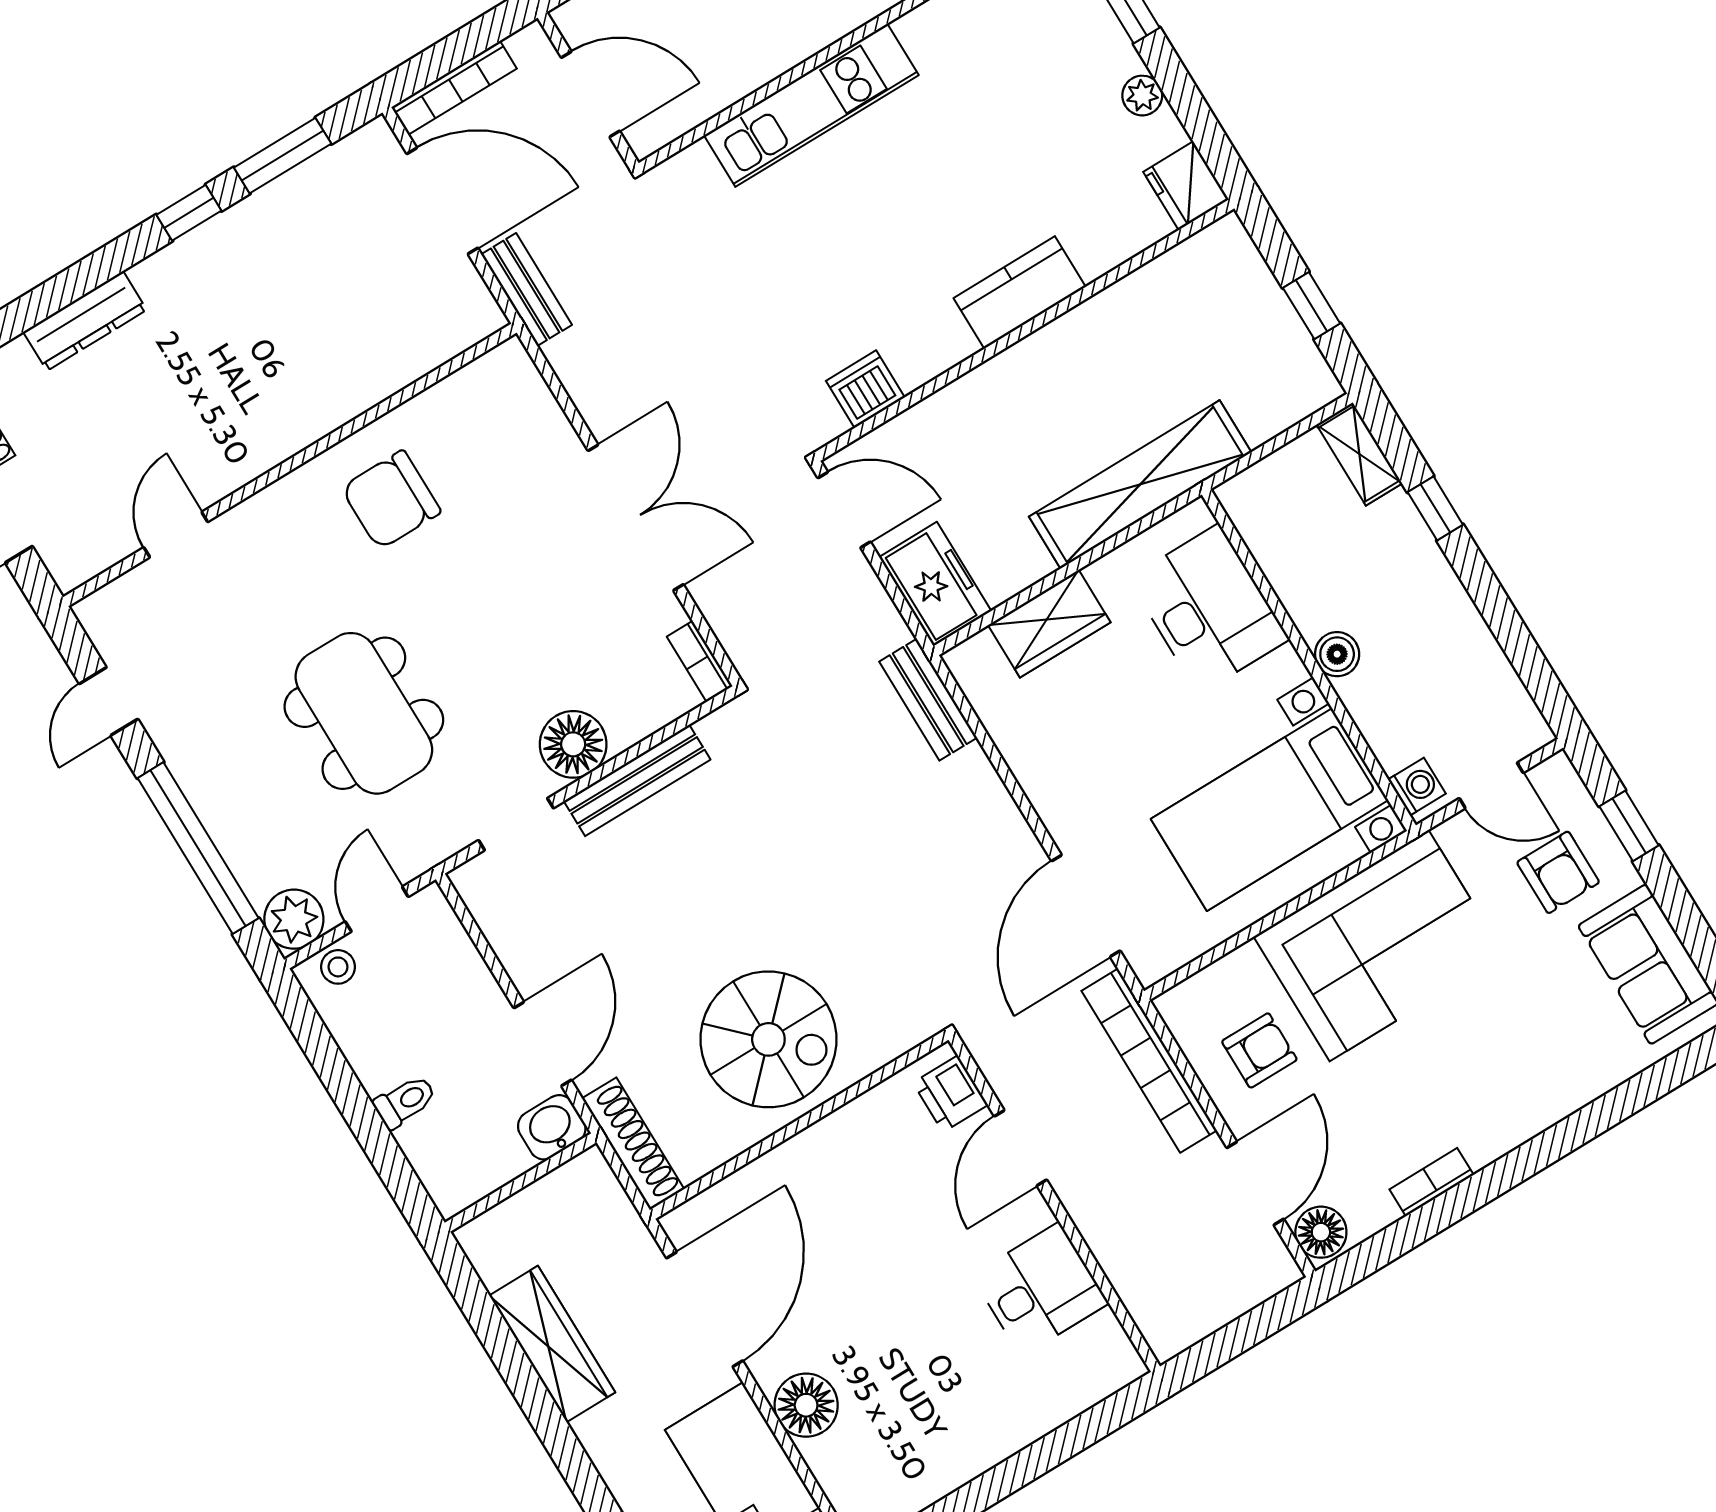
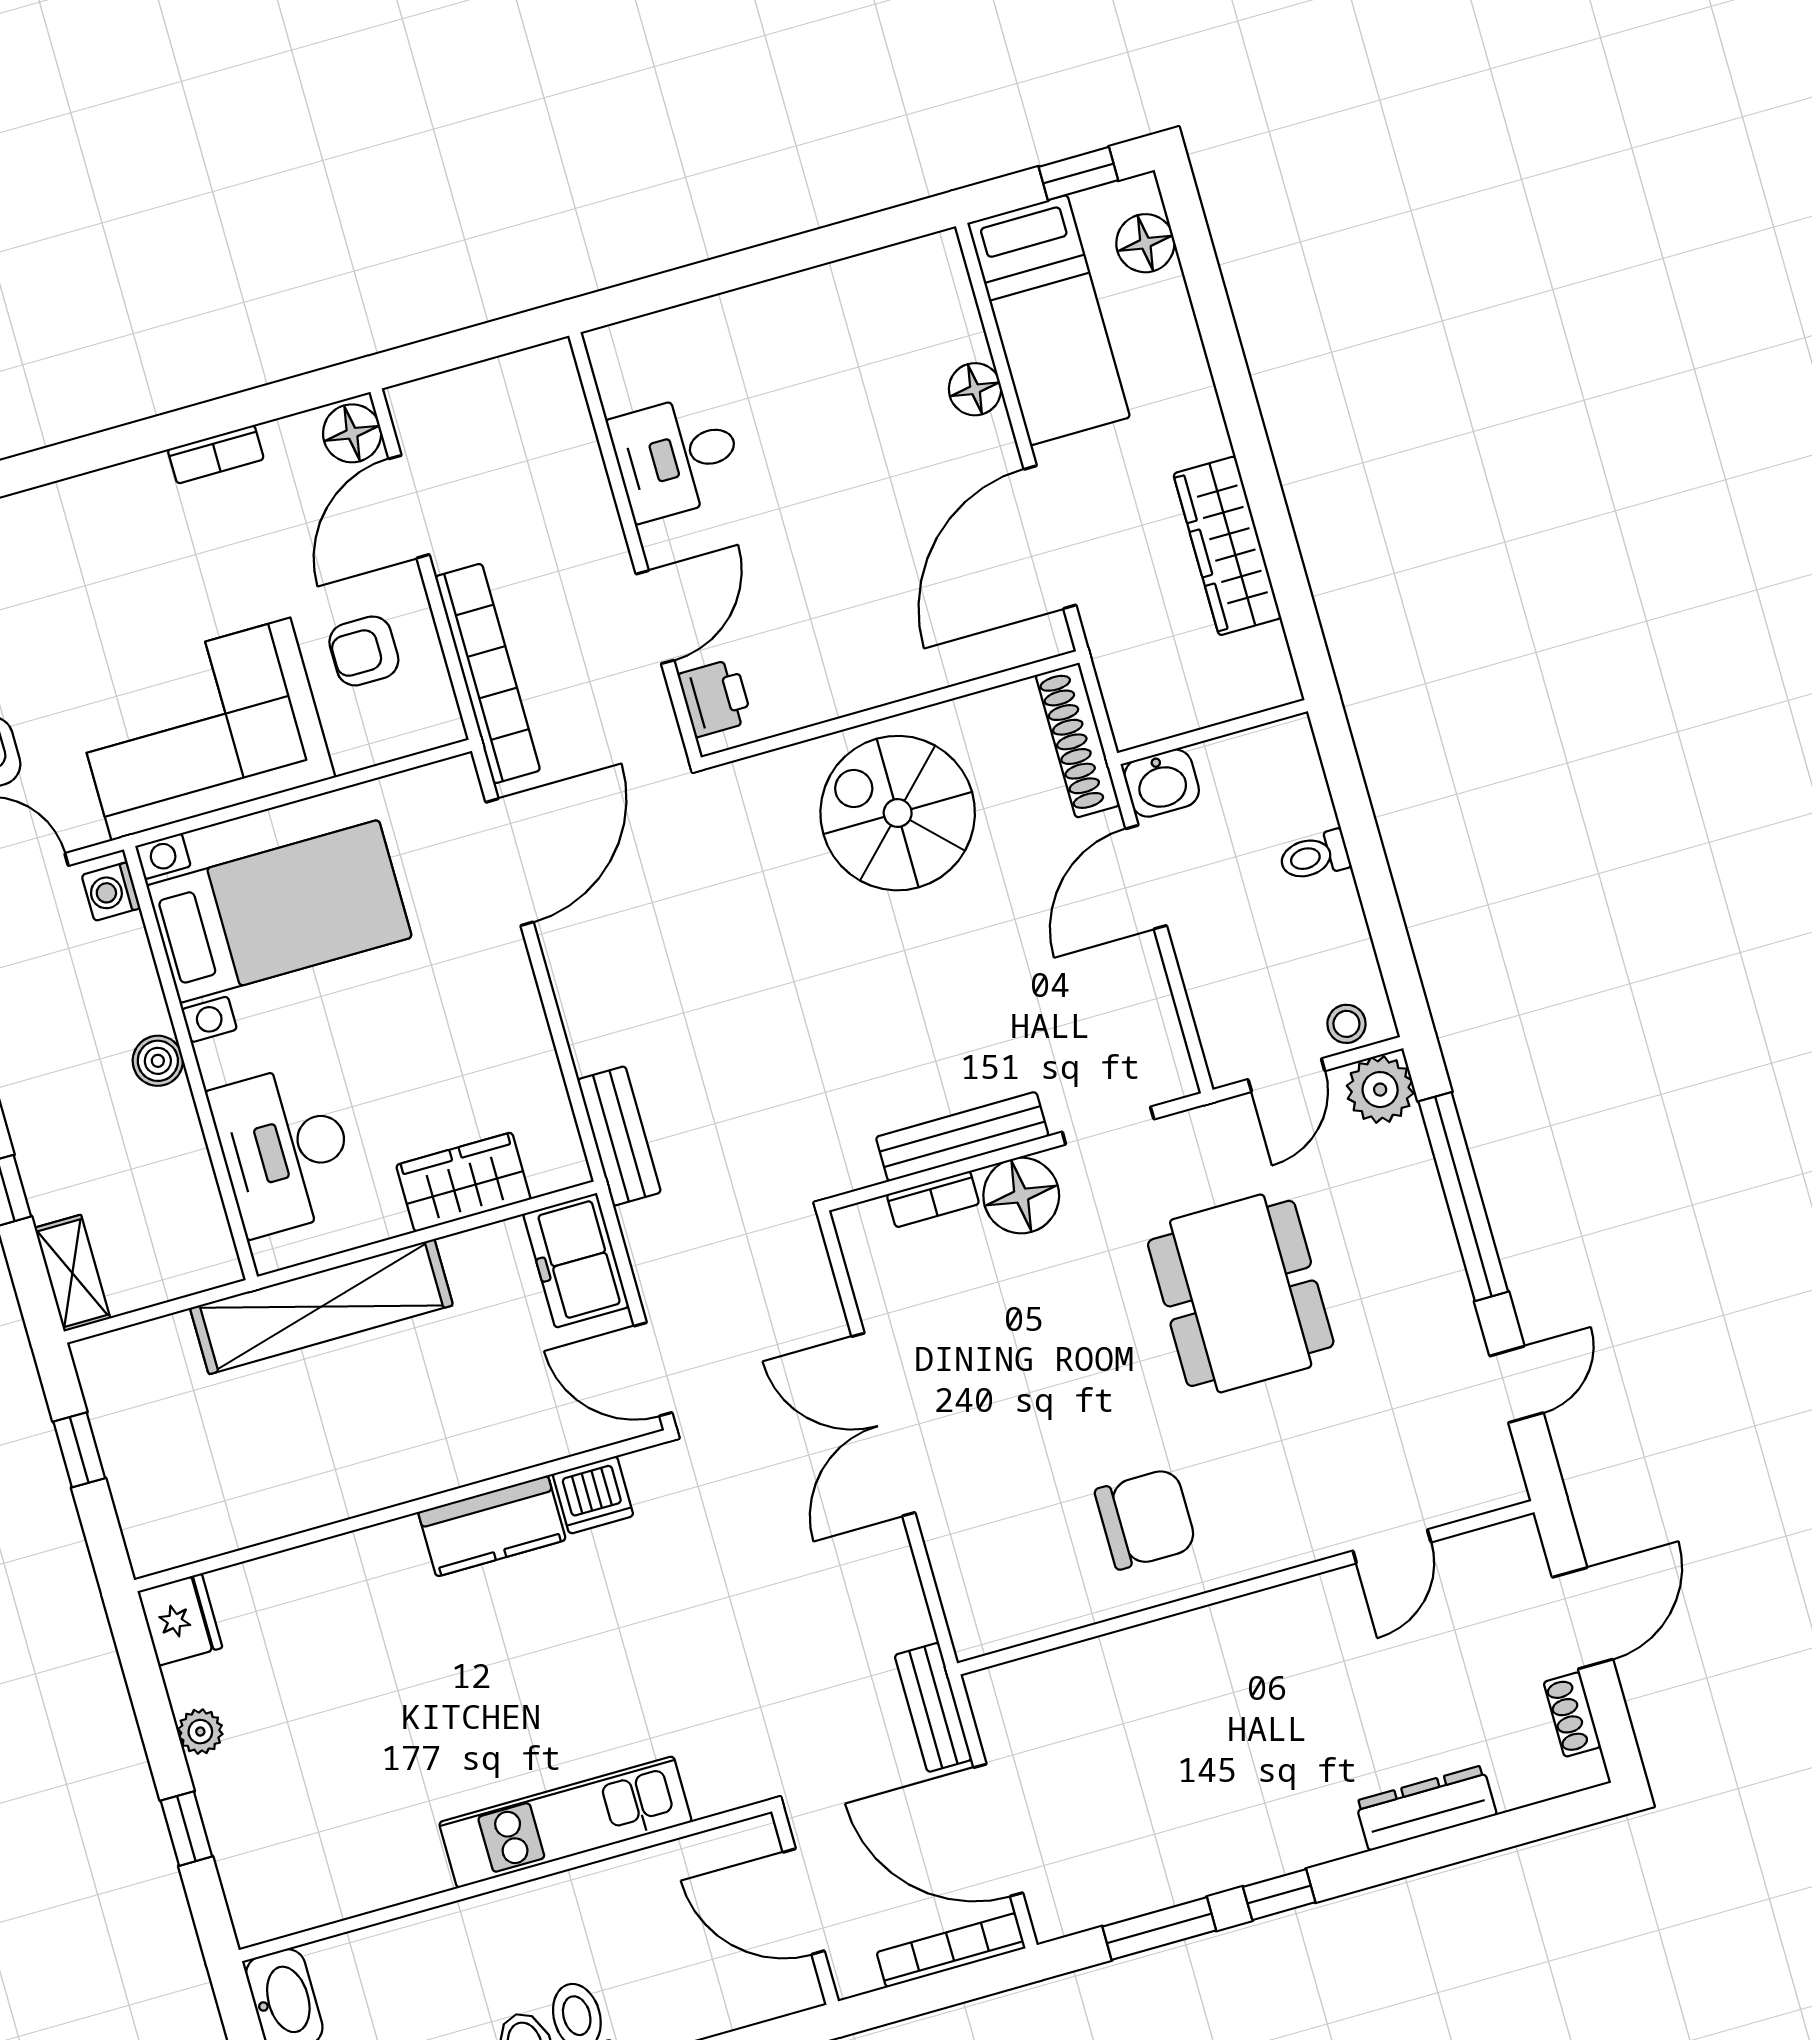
kitchen counter: (1020, 292) -> (492, 1526), moved
bookcase: (700, 661) -> (933, 1199), moved, turned 90
floor lamp: (806, 1405) -> (975, 389), width x0.73, depth x0.73

